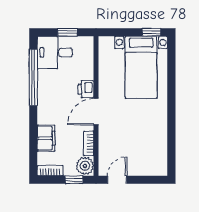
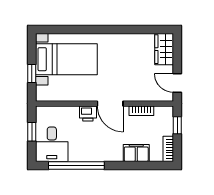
window: (151, 32) -> (32, 74), moved
plant: (85, 166) -> (164, 115), removed
wardrobe: (151, 166) -> (164, 49), added

